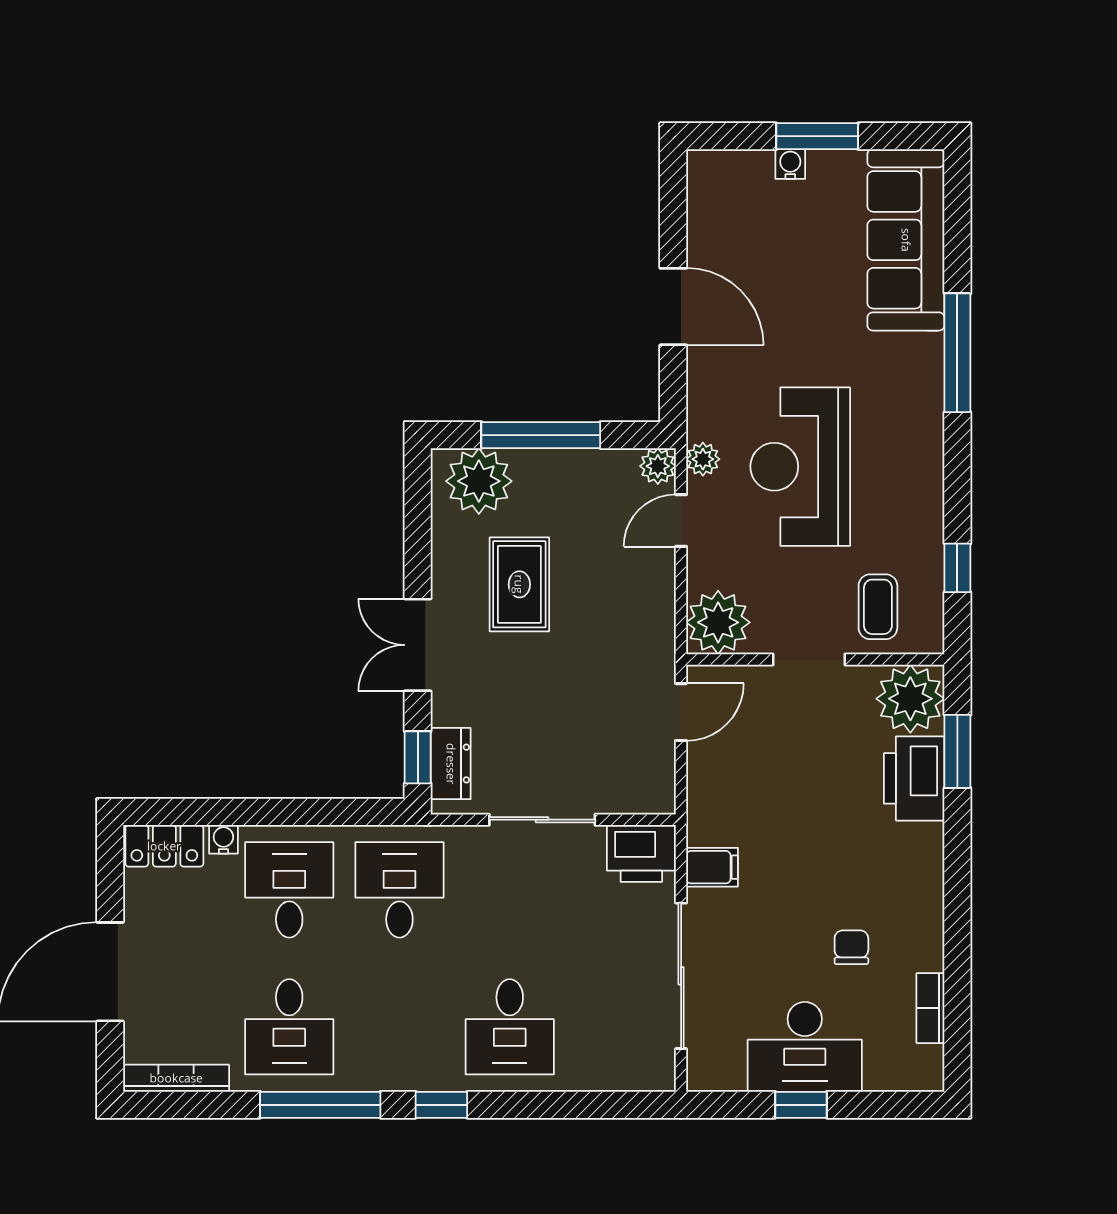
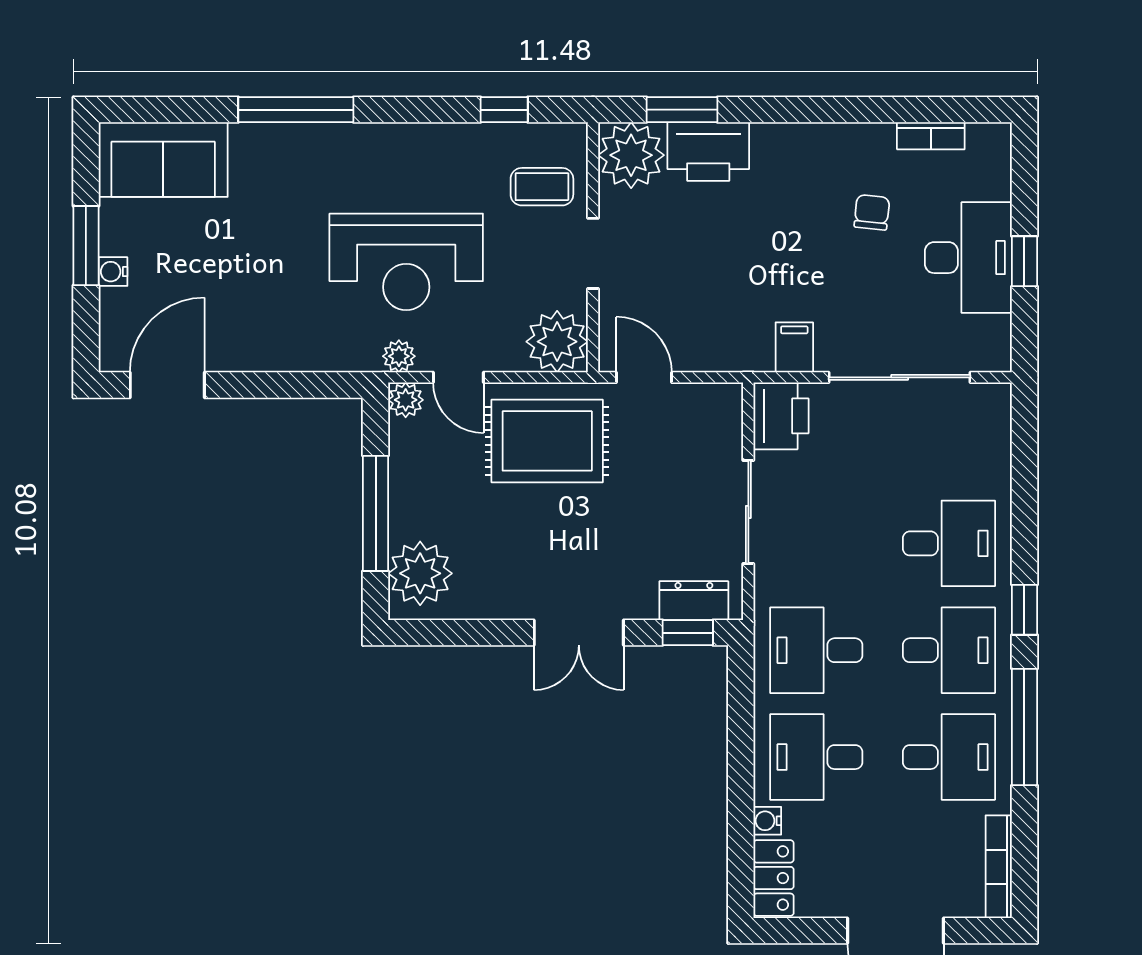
sofa: (906, 240) -> (163, 160), width x0.73
door: (673, 307) -> (167, 385), moved
rug: (519, 584) -> (547, 441), moved, width x1.36, depth x1.43
chair: (851, 947) -> (872, 212), turned 96
desk: (399, 1027) -> (949, 650), added

